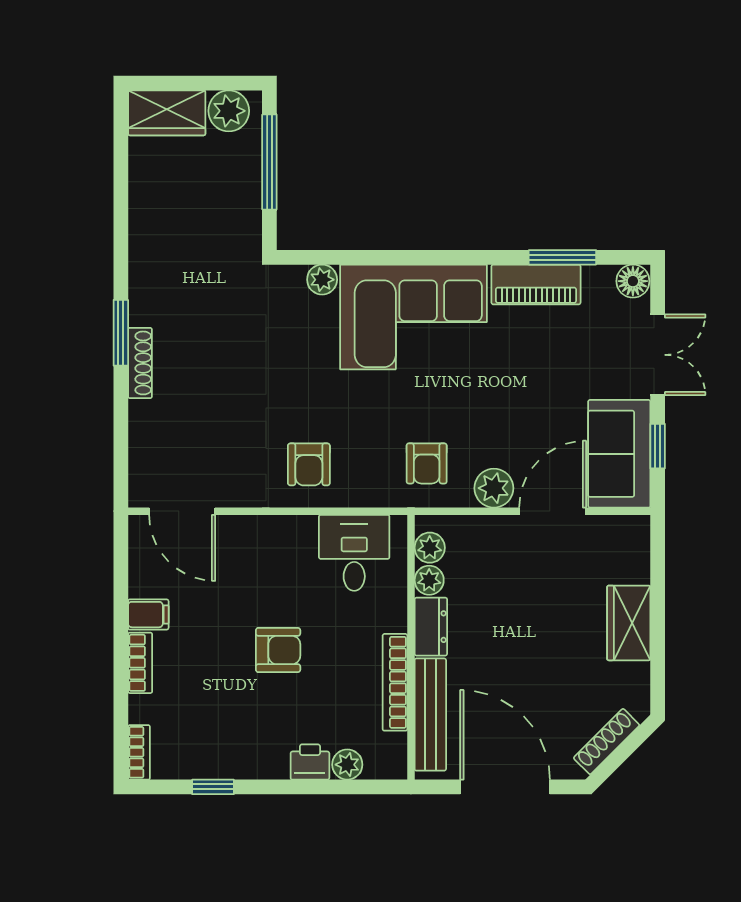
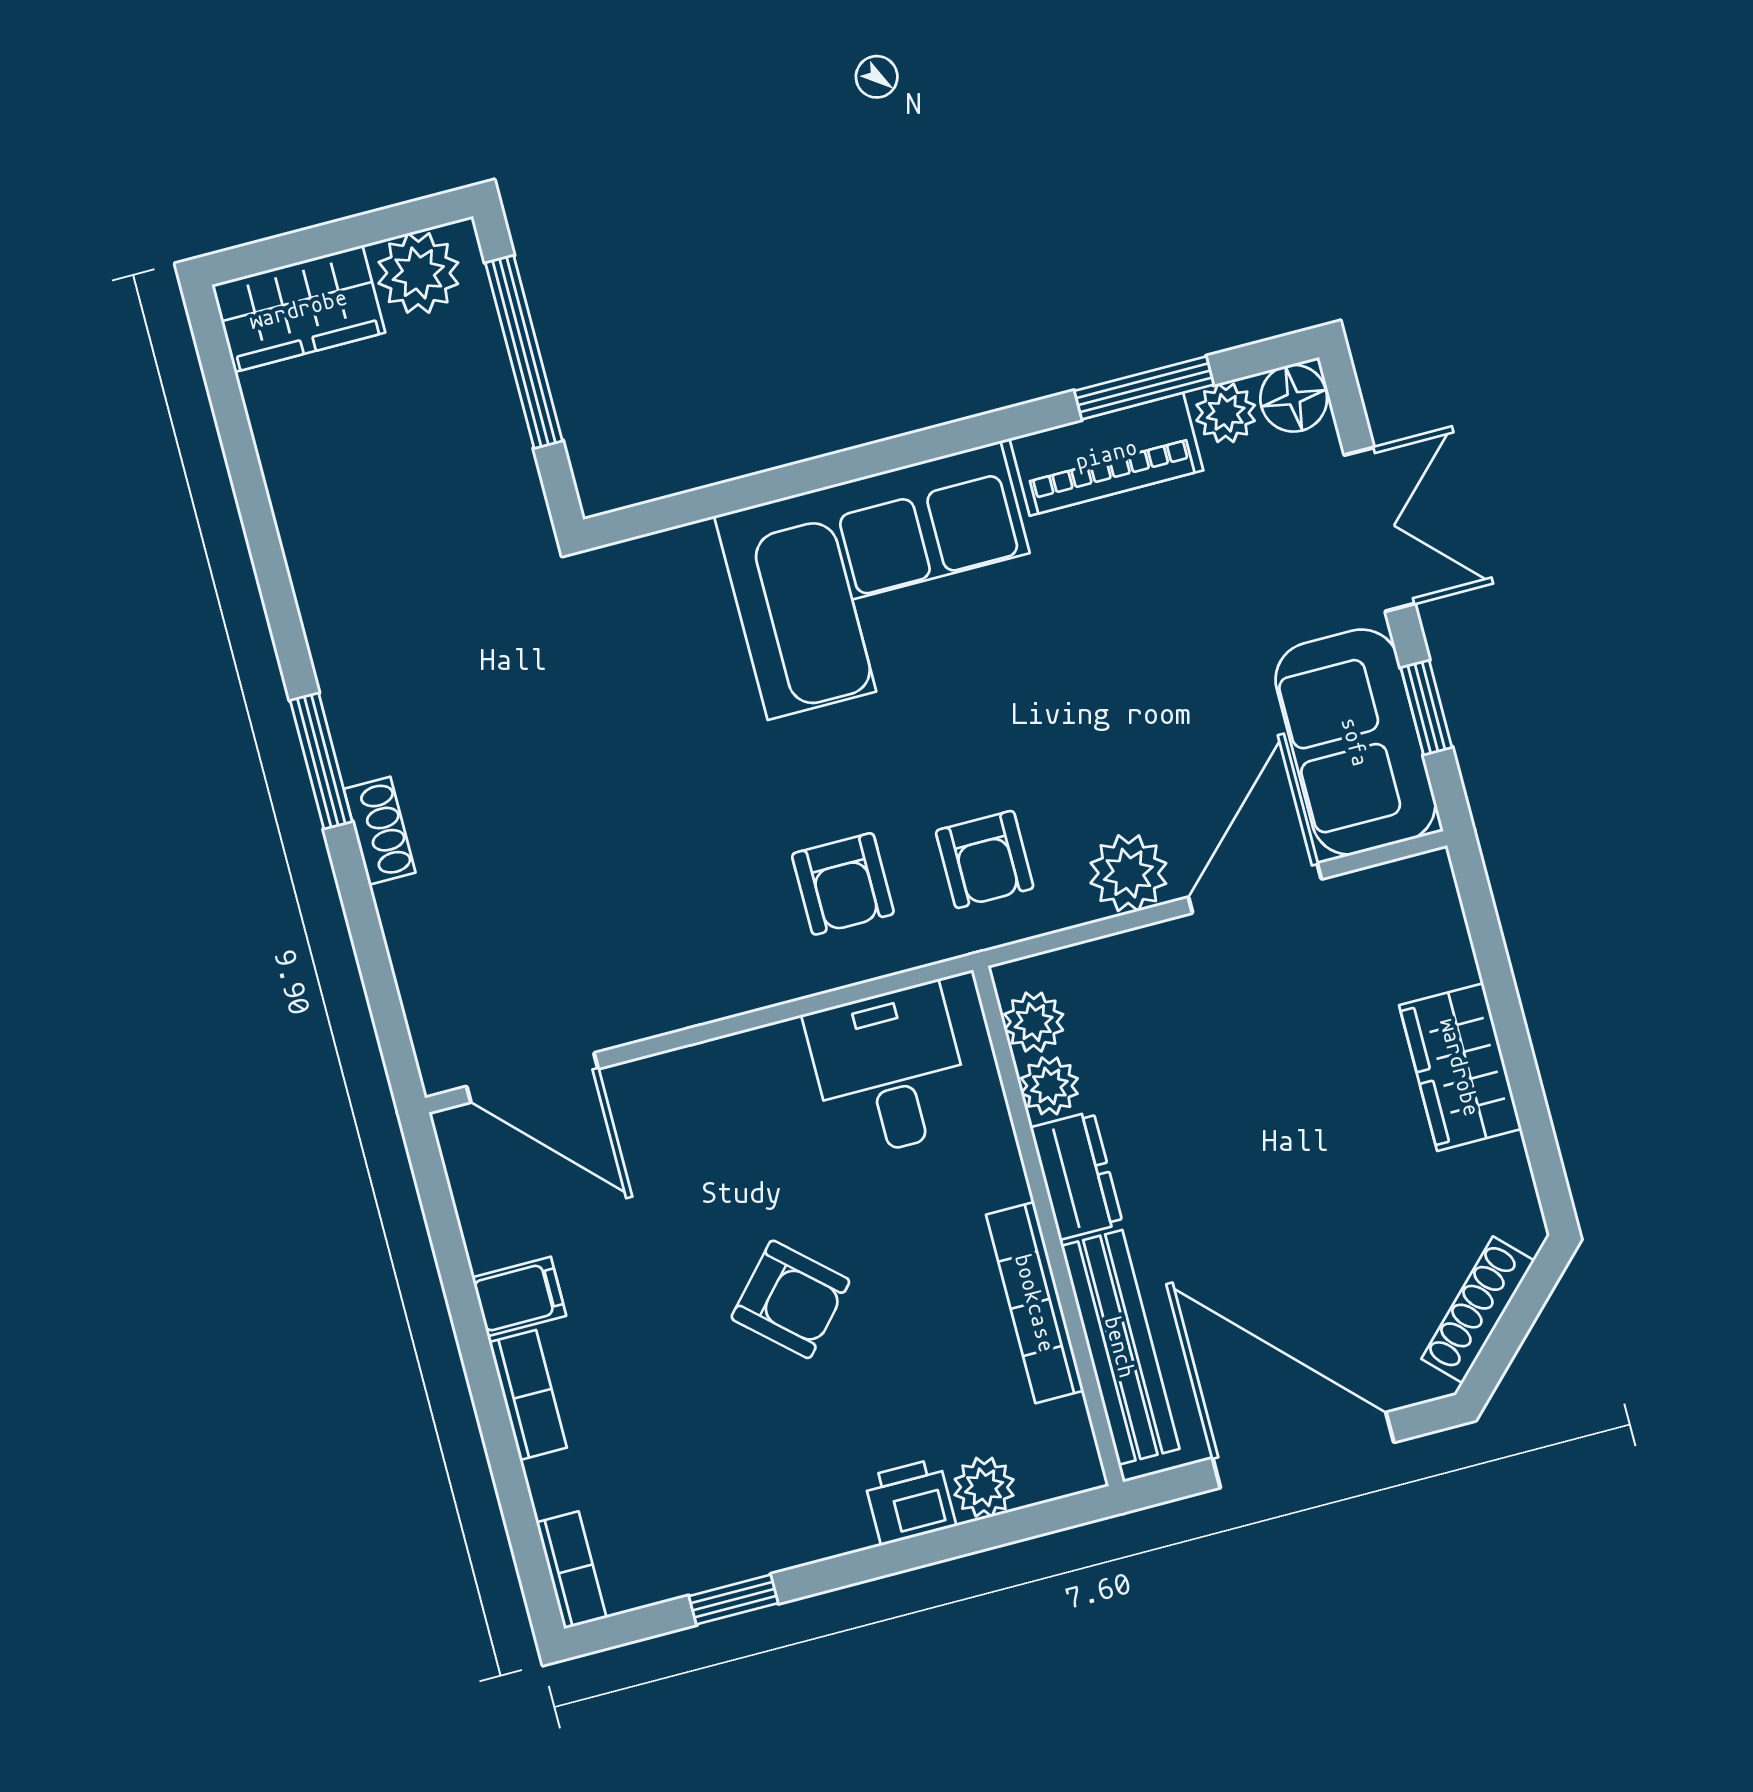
plant: (322, 280) -> (1226, 413), moved
shoe rack: (140, 363) -> (380, 831), width x0.70
armchair: (309, 464) -> (843, 884), moved
armchair: (278, 650) -> (790, 1299), turned 42

